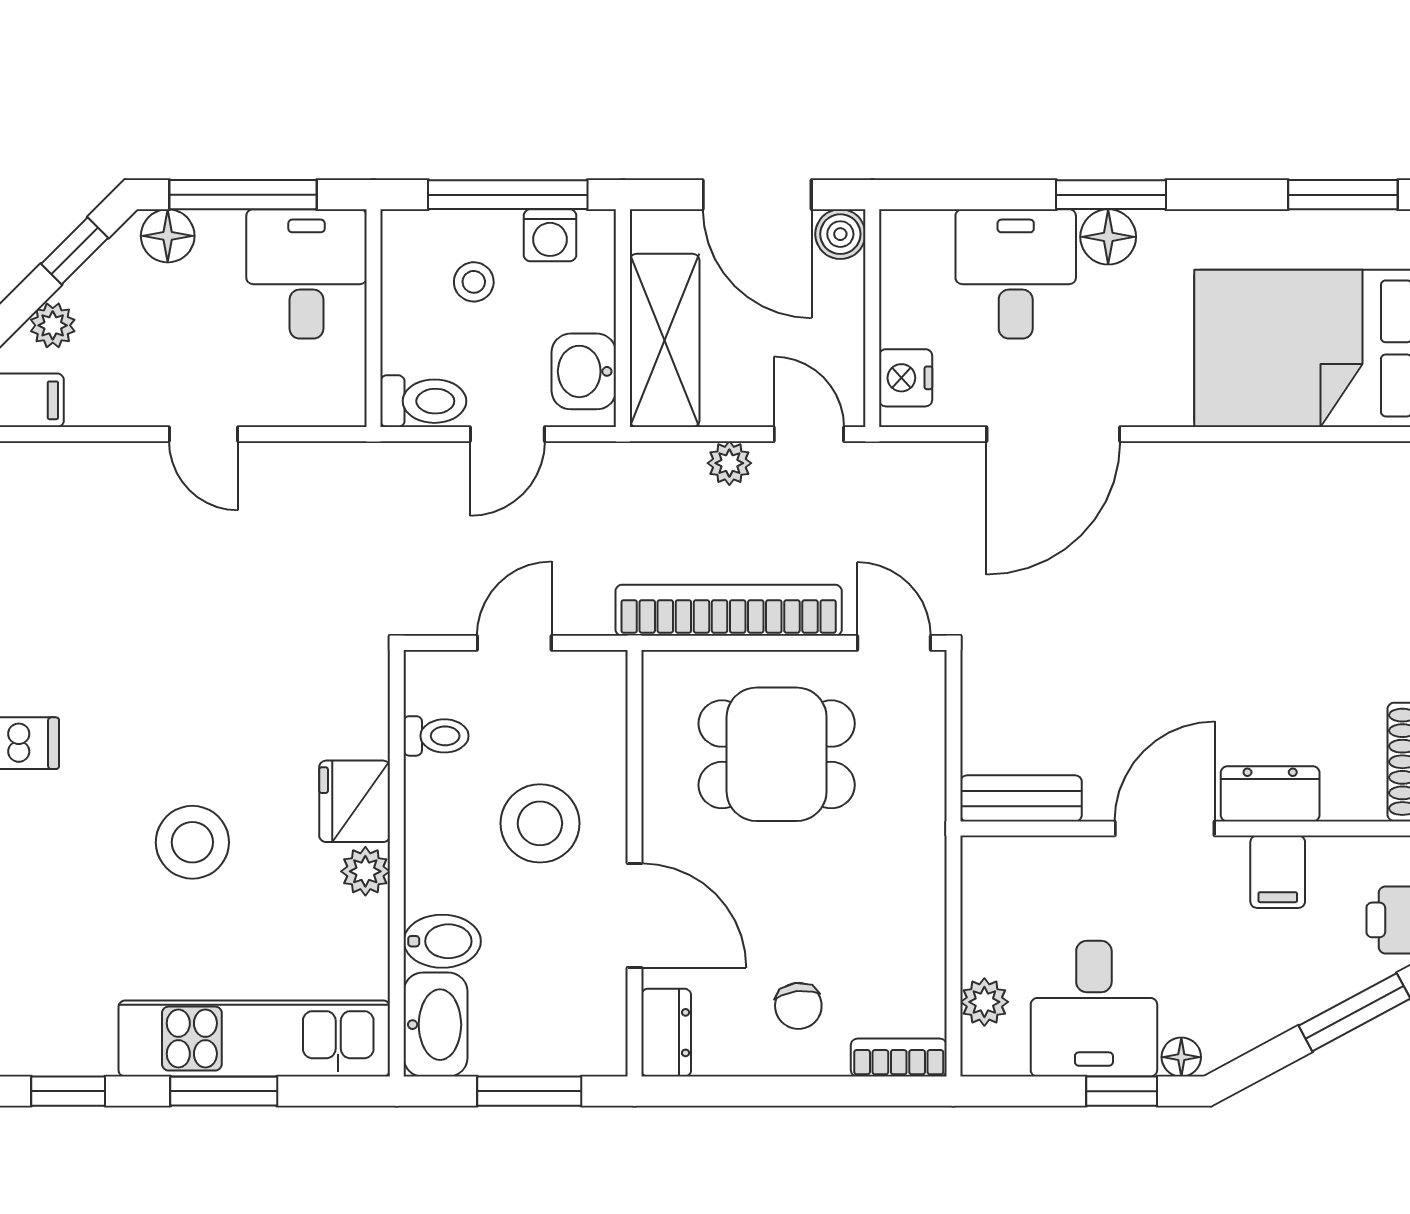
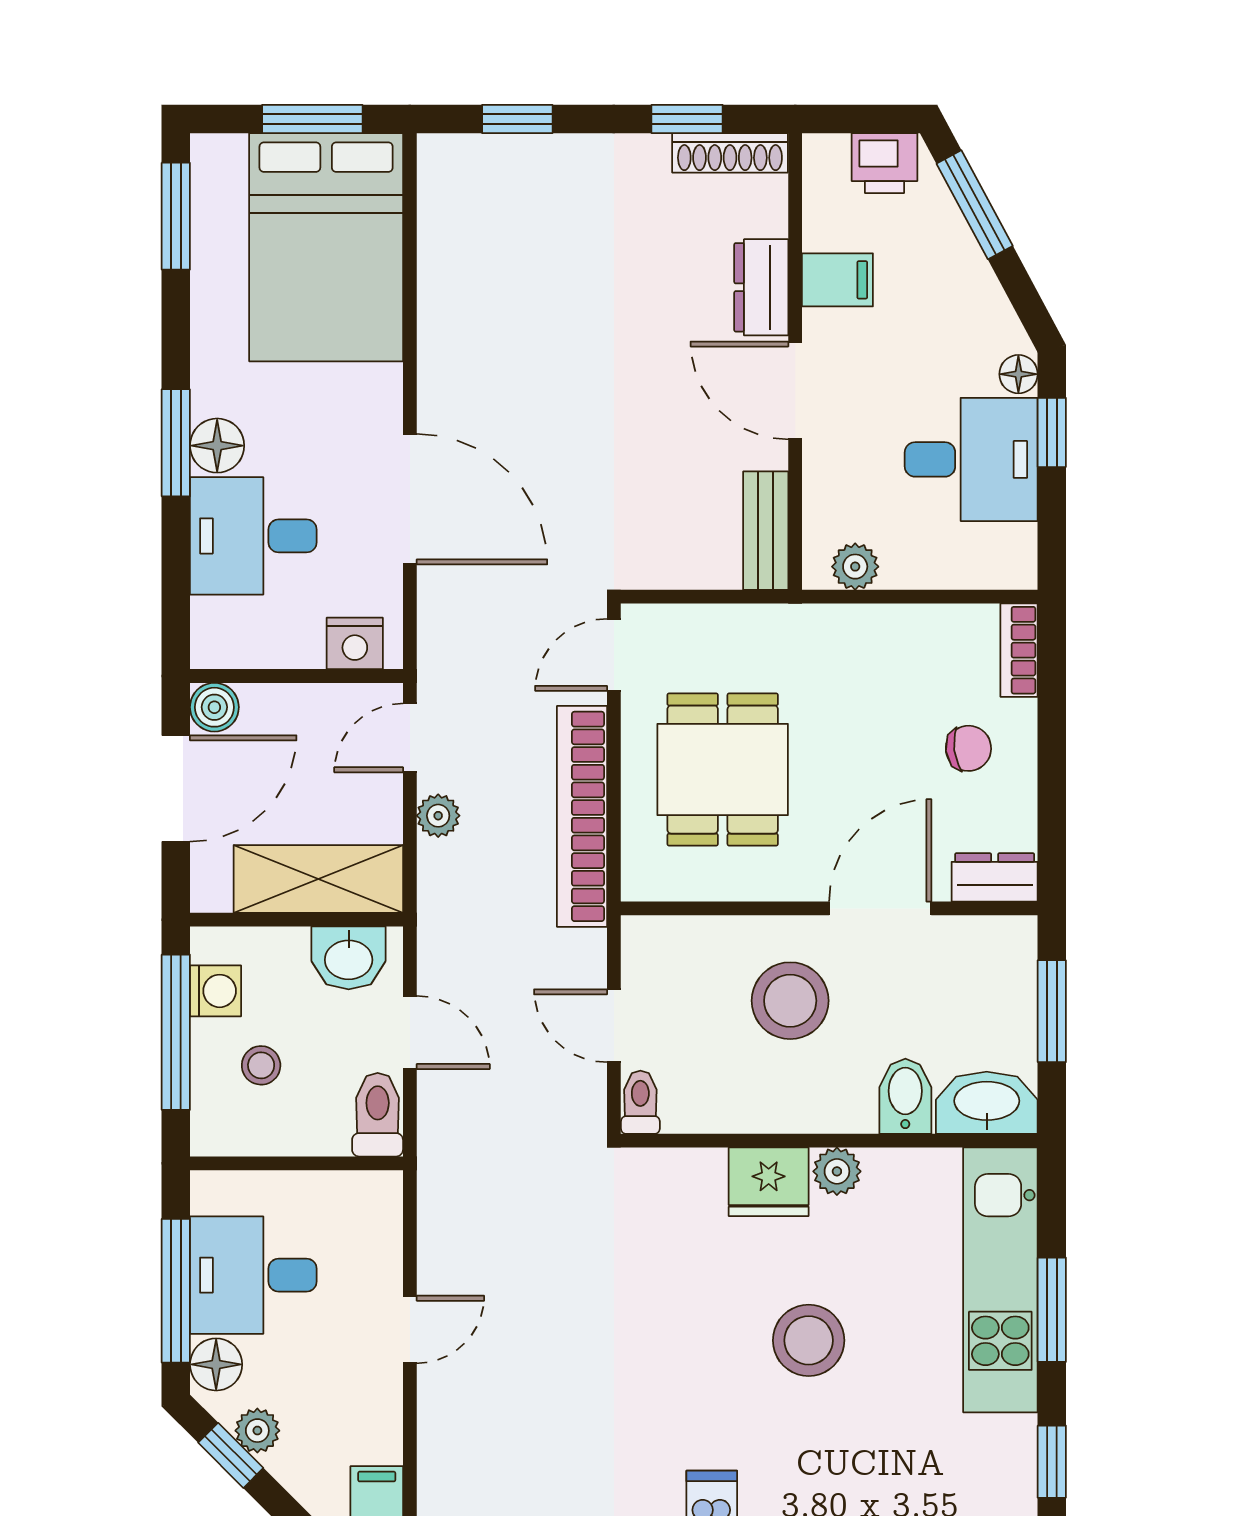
desk: (306, 274) -> (253, 1275), moved
plant: (53, 325) -> (257, 1431), moved
toilet: (436, 736) -> (640, 1102), moved
plant: (984, 1002) -> (855, 567), moved

